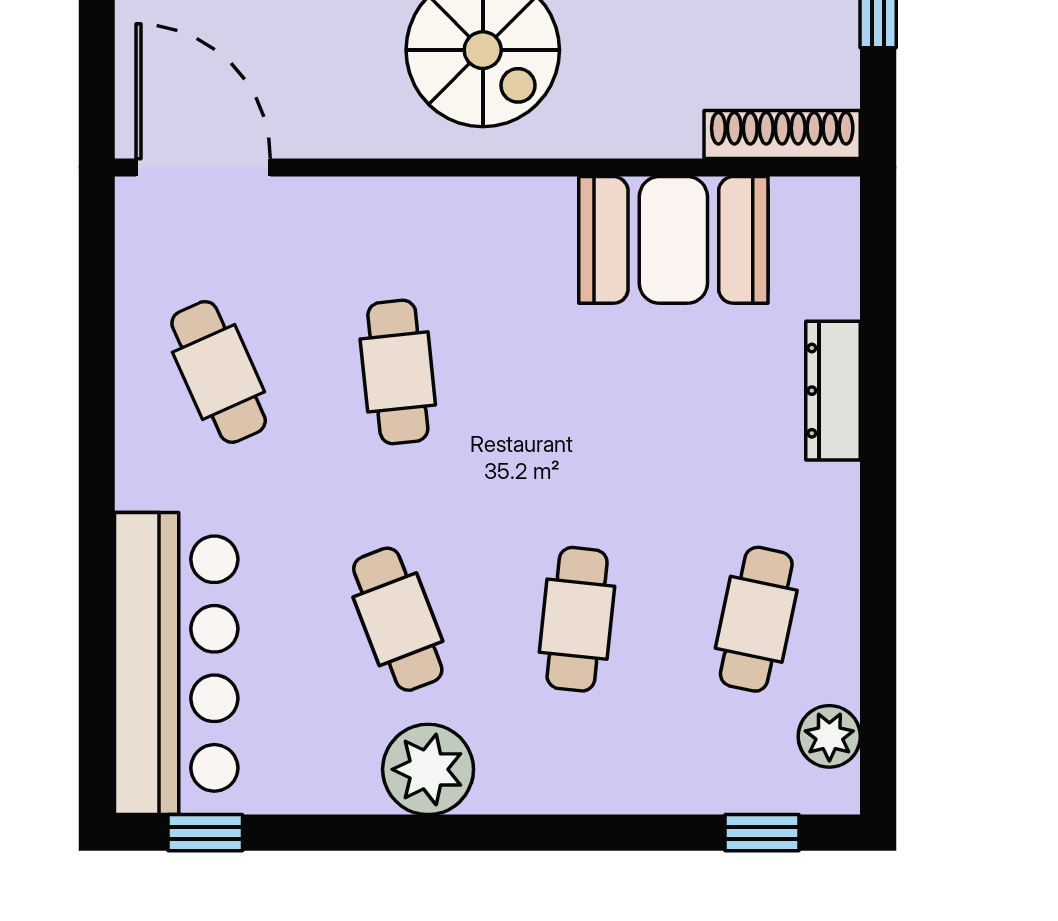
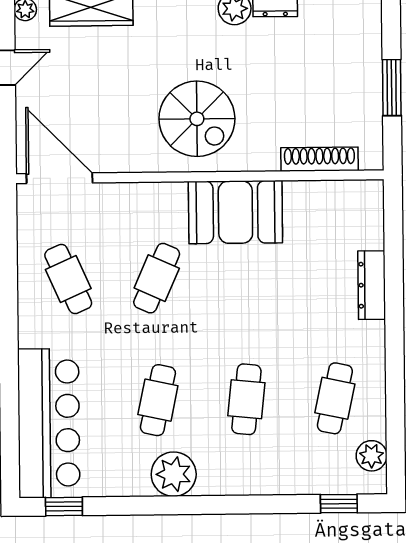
shoe rack: (782, 134) -> (319, 159), moved
booth: (673, 240) -> (235, 212), moved
cafe table: (398, 372) -> (157, 278), turned 30
cafe table: (398, 619) -> (158, 400), turned 33

